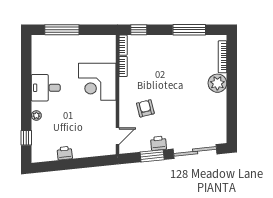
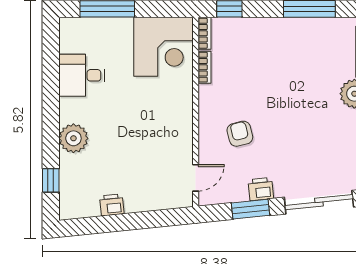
corner desk: (97, 82) -> (163, 47), moved, turned -90
desk: (46, 88) -> (82, 75), moved
plant: (36, 116) -> (73, 138), width x1.88, depth x1.88

